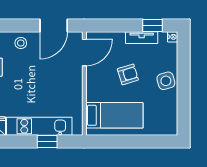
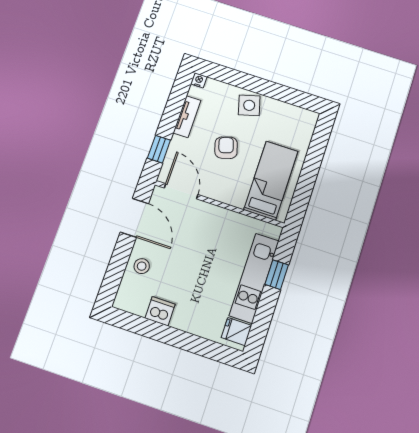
window: (152, 25) -> (159, 149), moved

